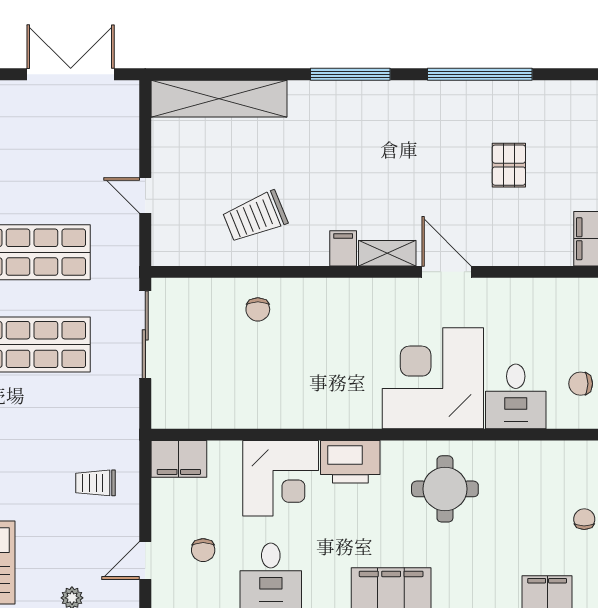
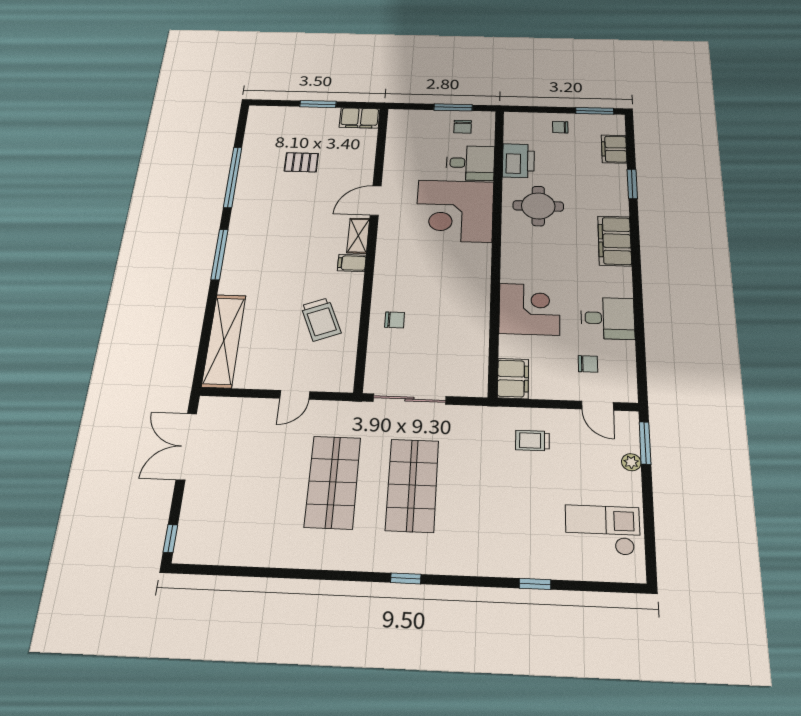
printer: (350, 462) -> (518, 161), moved
trolley: (95, 483) -> (532, 441), turned 90

